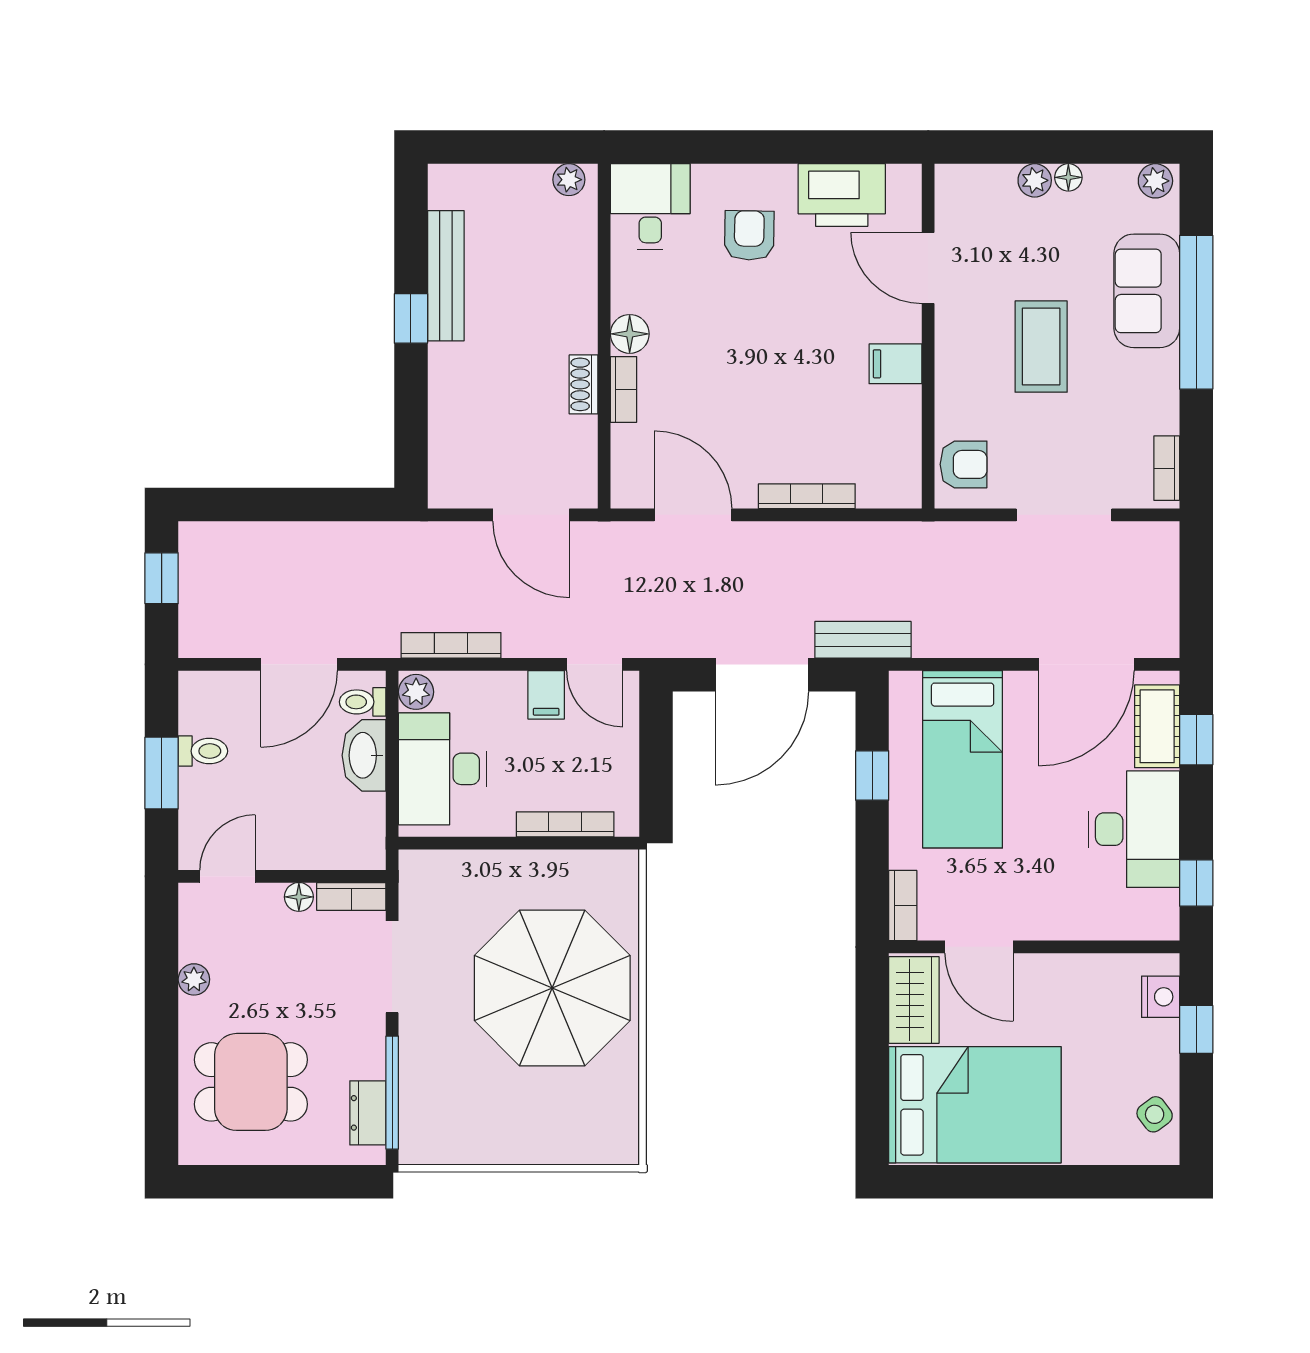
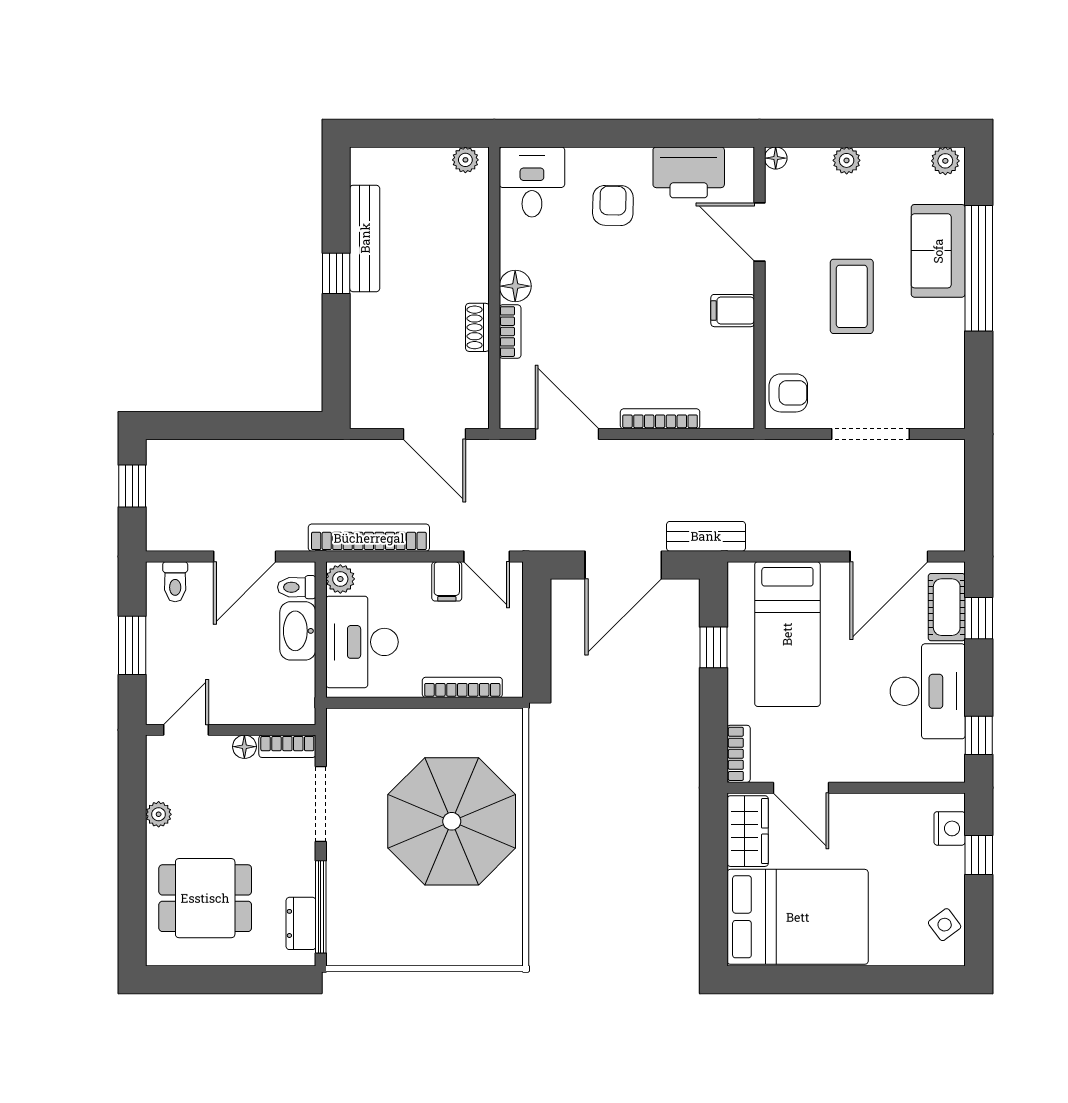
floor lamp: (1068, 177) -> (776, 158), moved
bookcase: (1167, 468) -> (955, 396), removed
bookcase: (451, 645) -> (369, 538), width x1.48, depth x1.31
toilet: (203, 751) -> (175, 582), moved, turned 90

